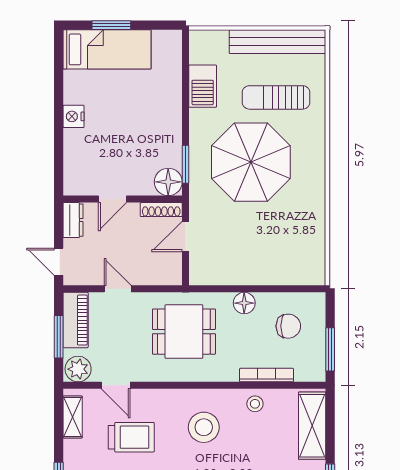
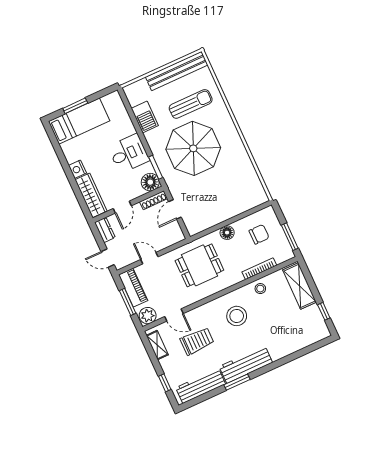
sun lounger: (276, 97) -> (191, 104), turned 180
desk: (156, 127) -> (129, 153), added
wardrobe: (76, 162) -> (91, 195), added

